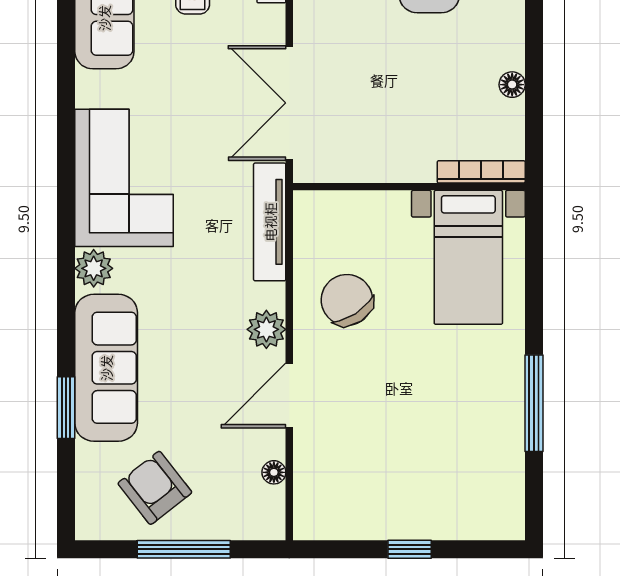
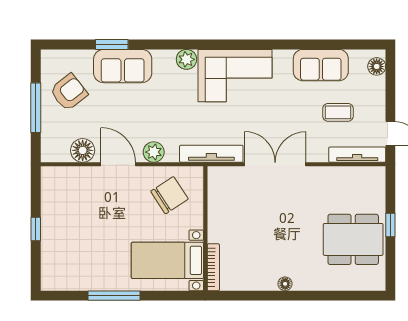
bookcase: (481, 172) -> (213, 267), moved
wall: (409, 187) -> (205, 228), moved
bed with nightstands: (468, 257) -> (167, 260), moved
sofa: (106, 368) -> (123, 66), width x0.73
floor lamp: (274, 472) -> (83, 150), width x1.89, depth x1.89

